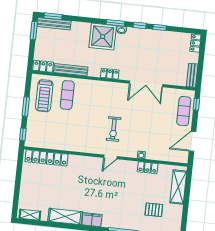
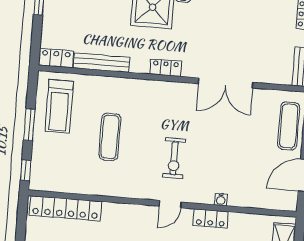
exercise mat: (67, 95) -> (110, 137), moved
locker: (148, 168) -> (211, 219), moved

